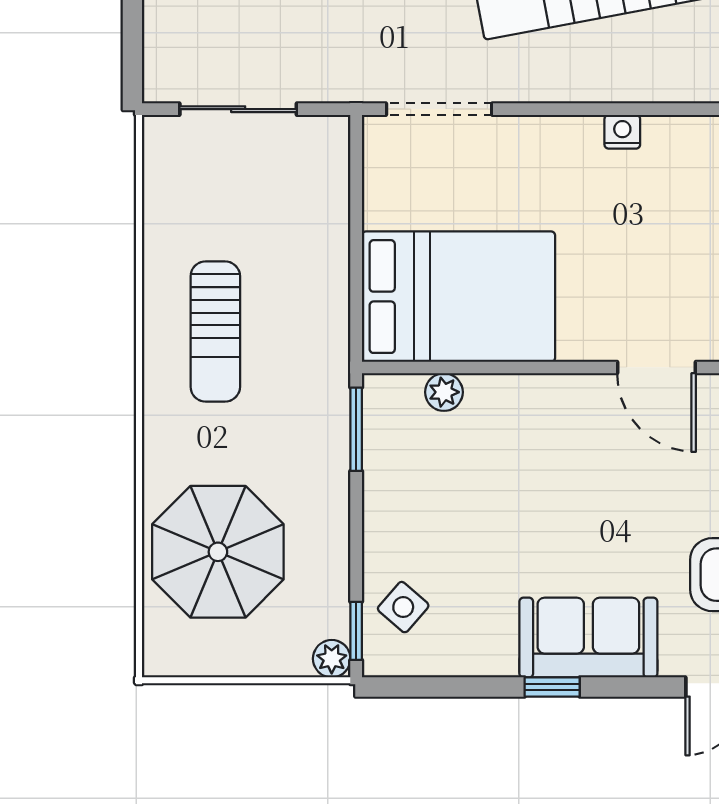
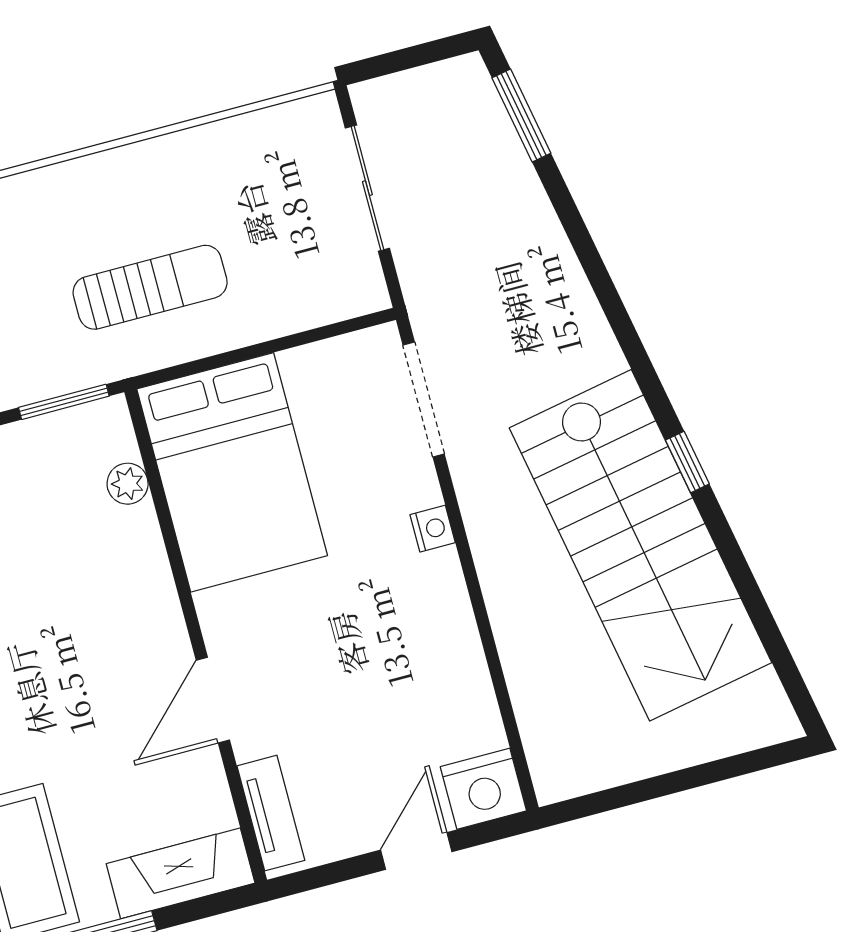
nightstand: (622, 132) -> (433, 529), moved
sun lounger: (215, 331) -> (150, 287), moved, turned 180

